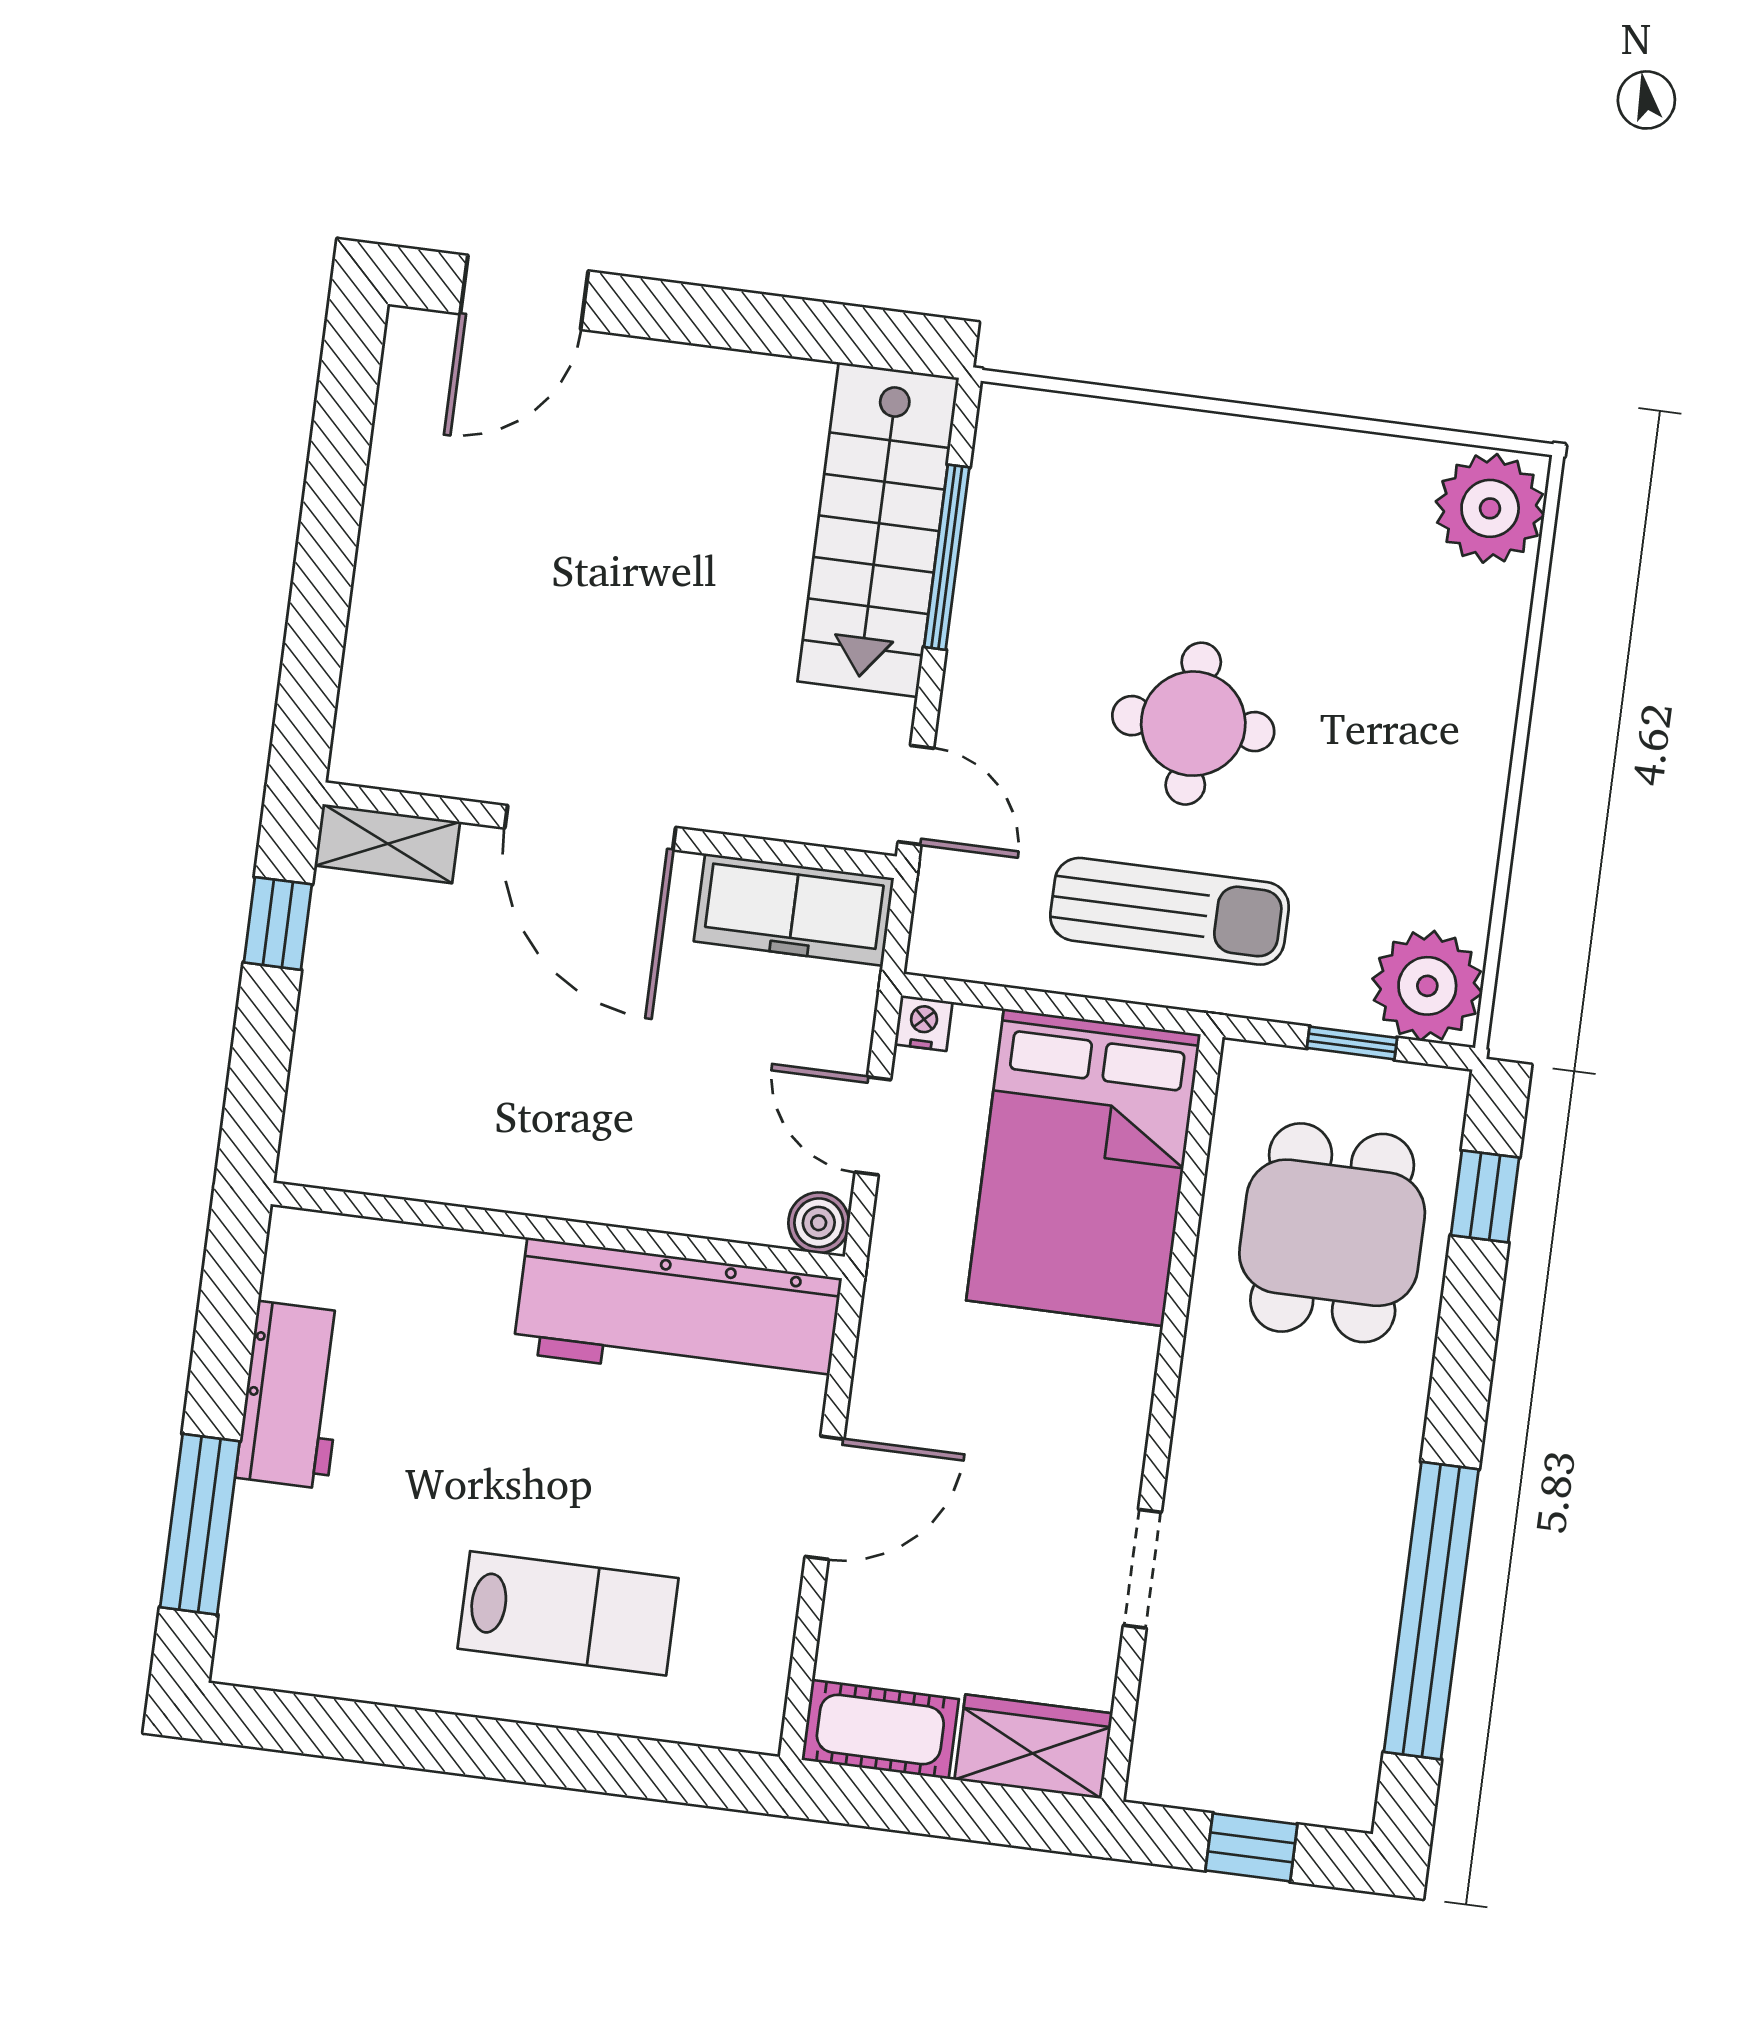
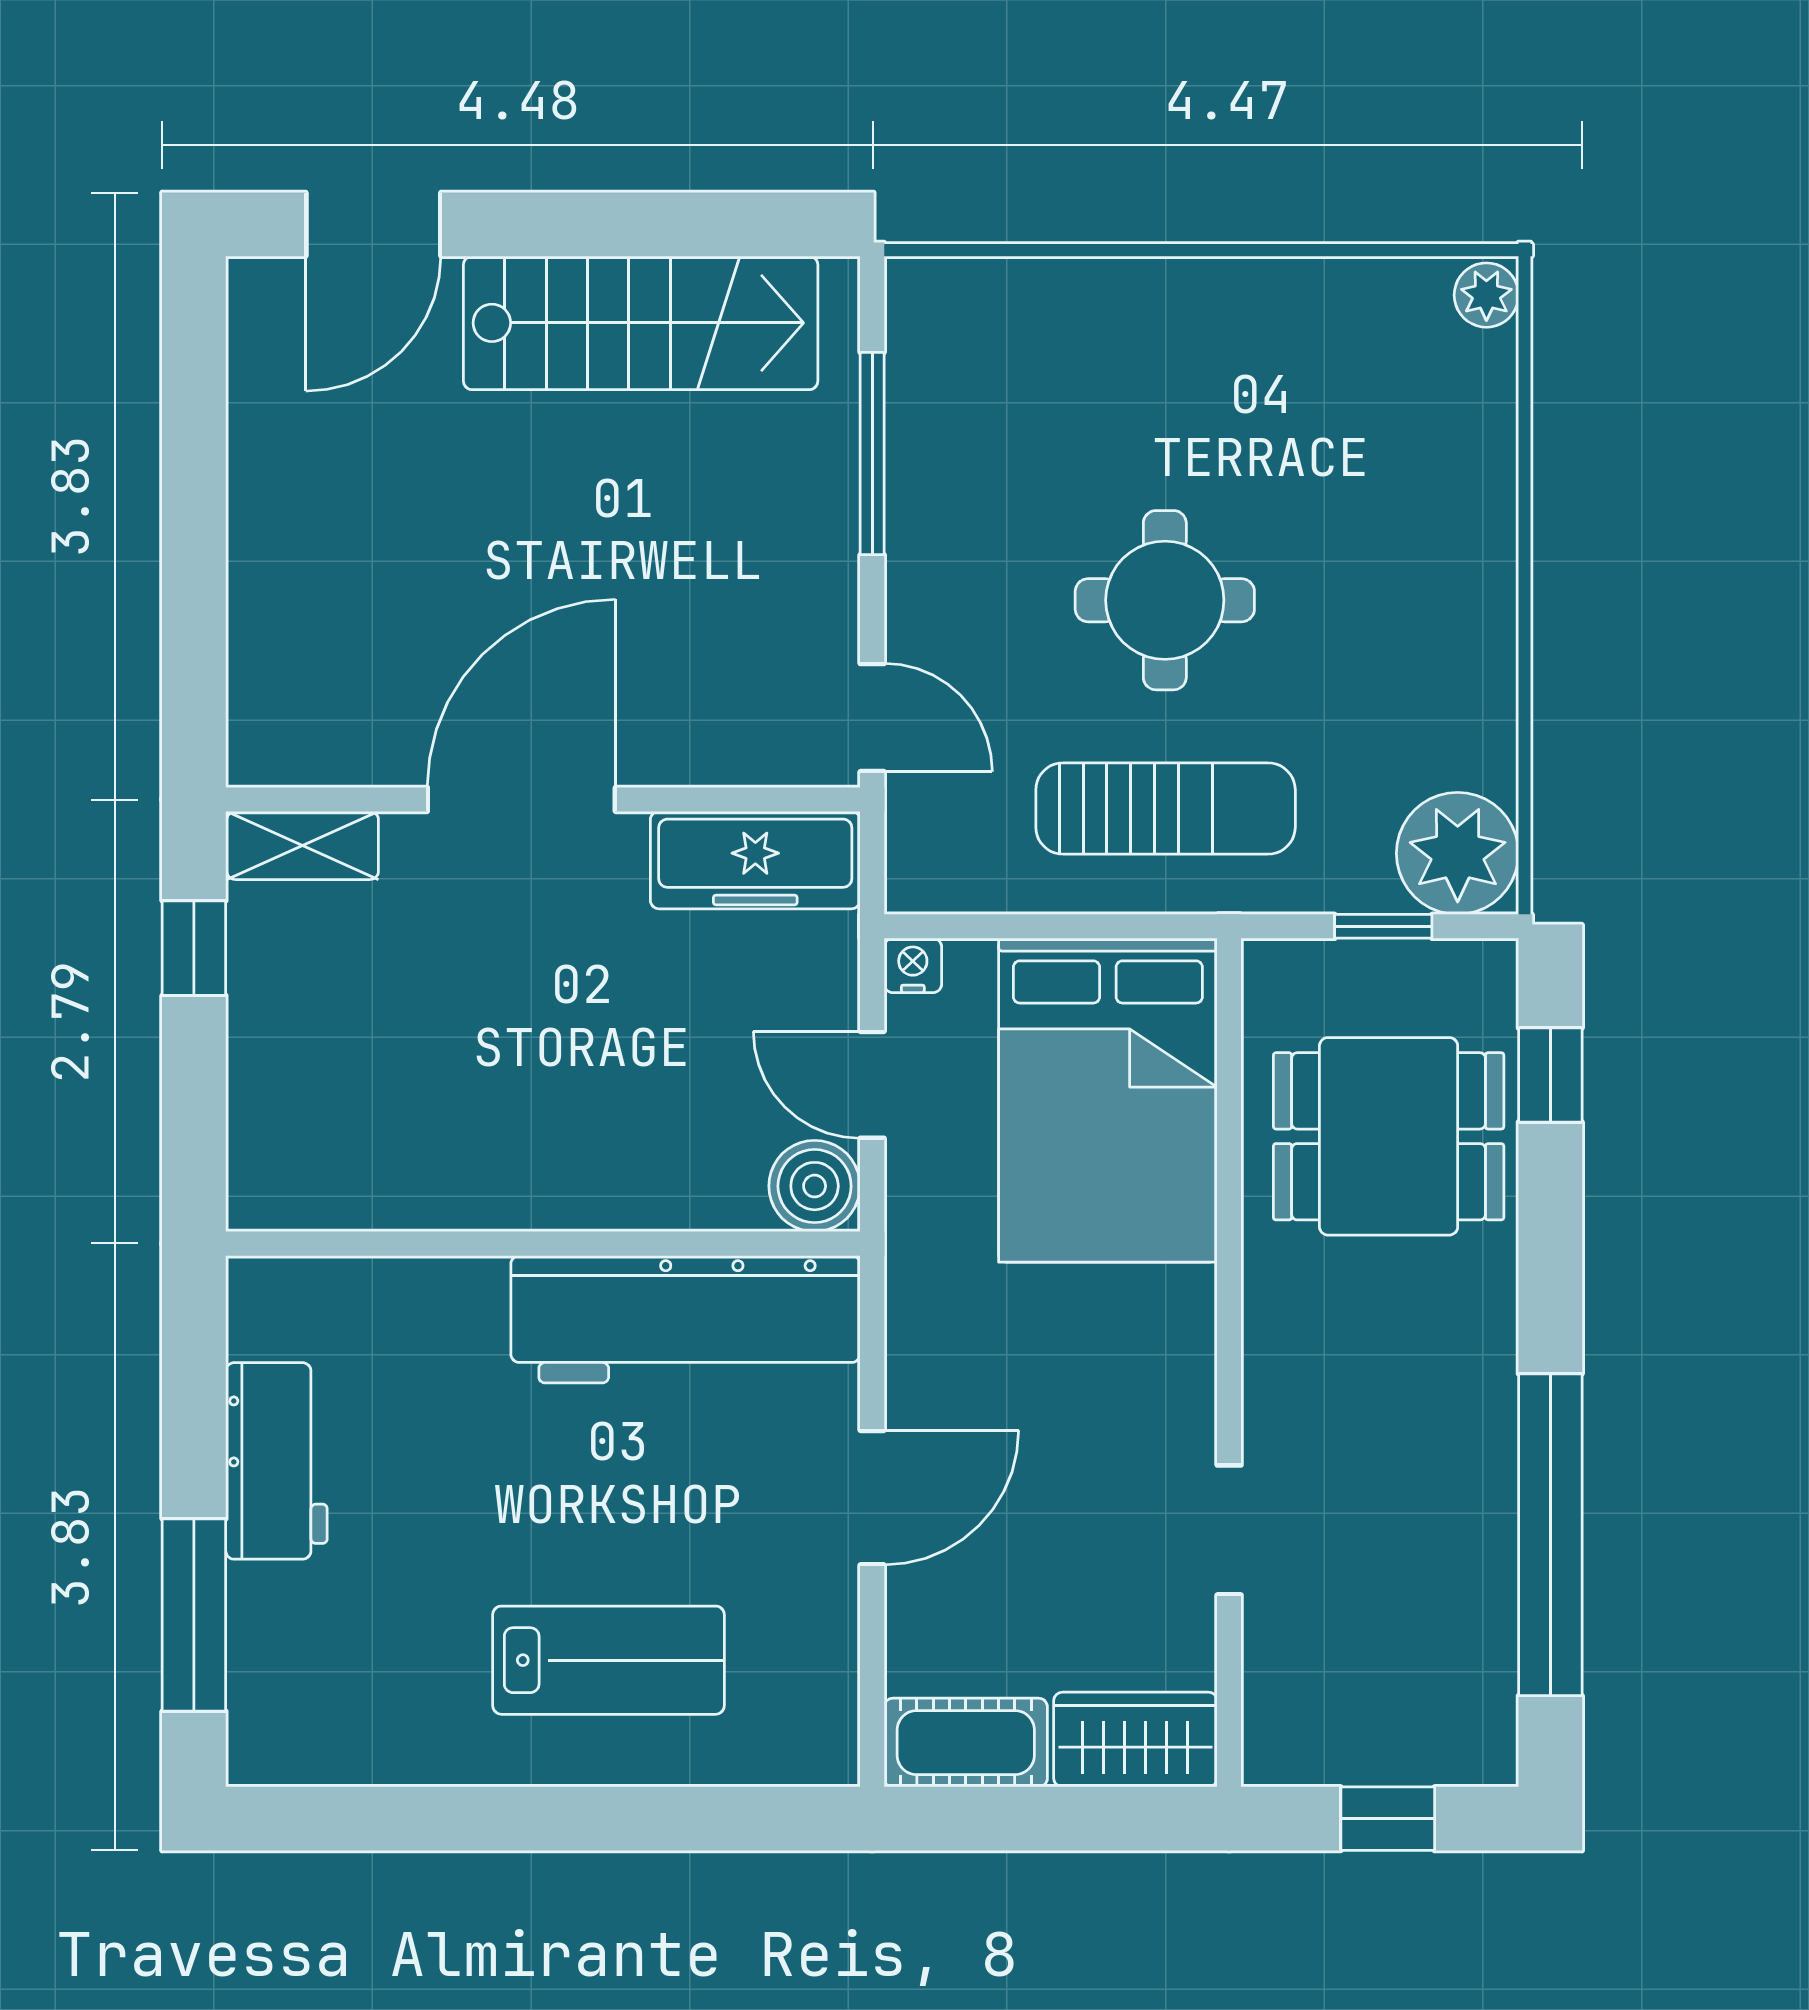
plant: (1490, 508) -> (1486, 295), width x0.53, depth x0.53
stairs: (878, 530) -> (641, 323), moved, turned -90
door: (590, 828) -> (521, 799), swing flipped
boiler: (819, 1223) -> (815, 1186), width x1.36, depth x1.36
dining table: (1332, 1233) -> (1389, 1136), turned 90

